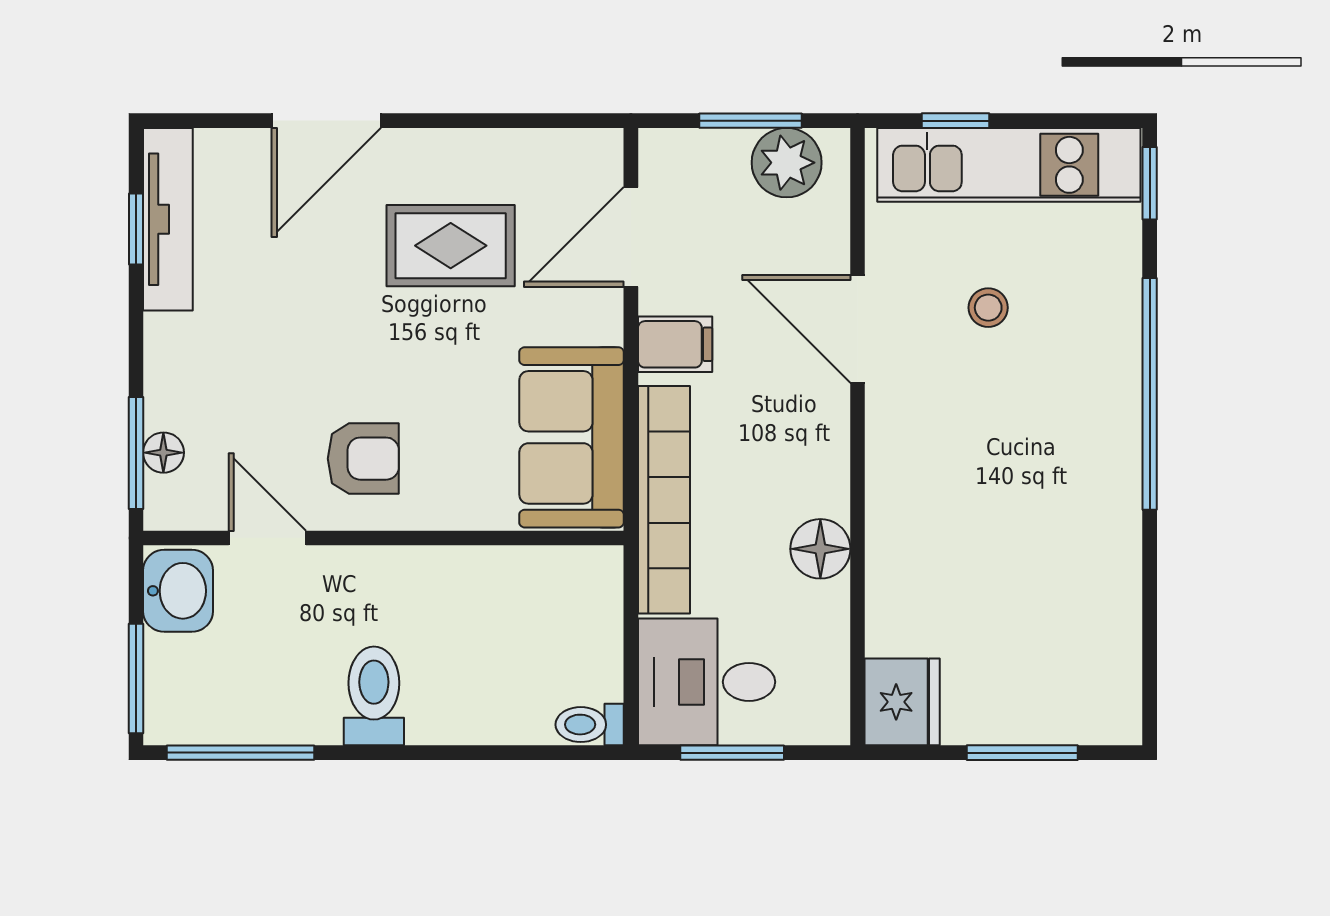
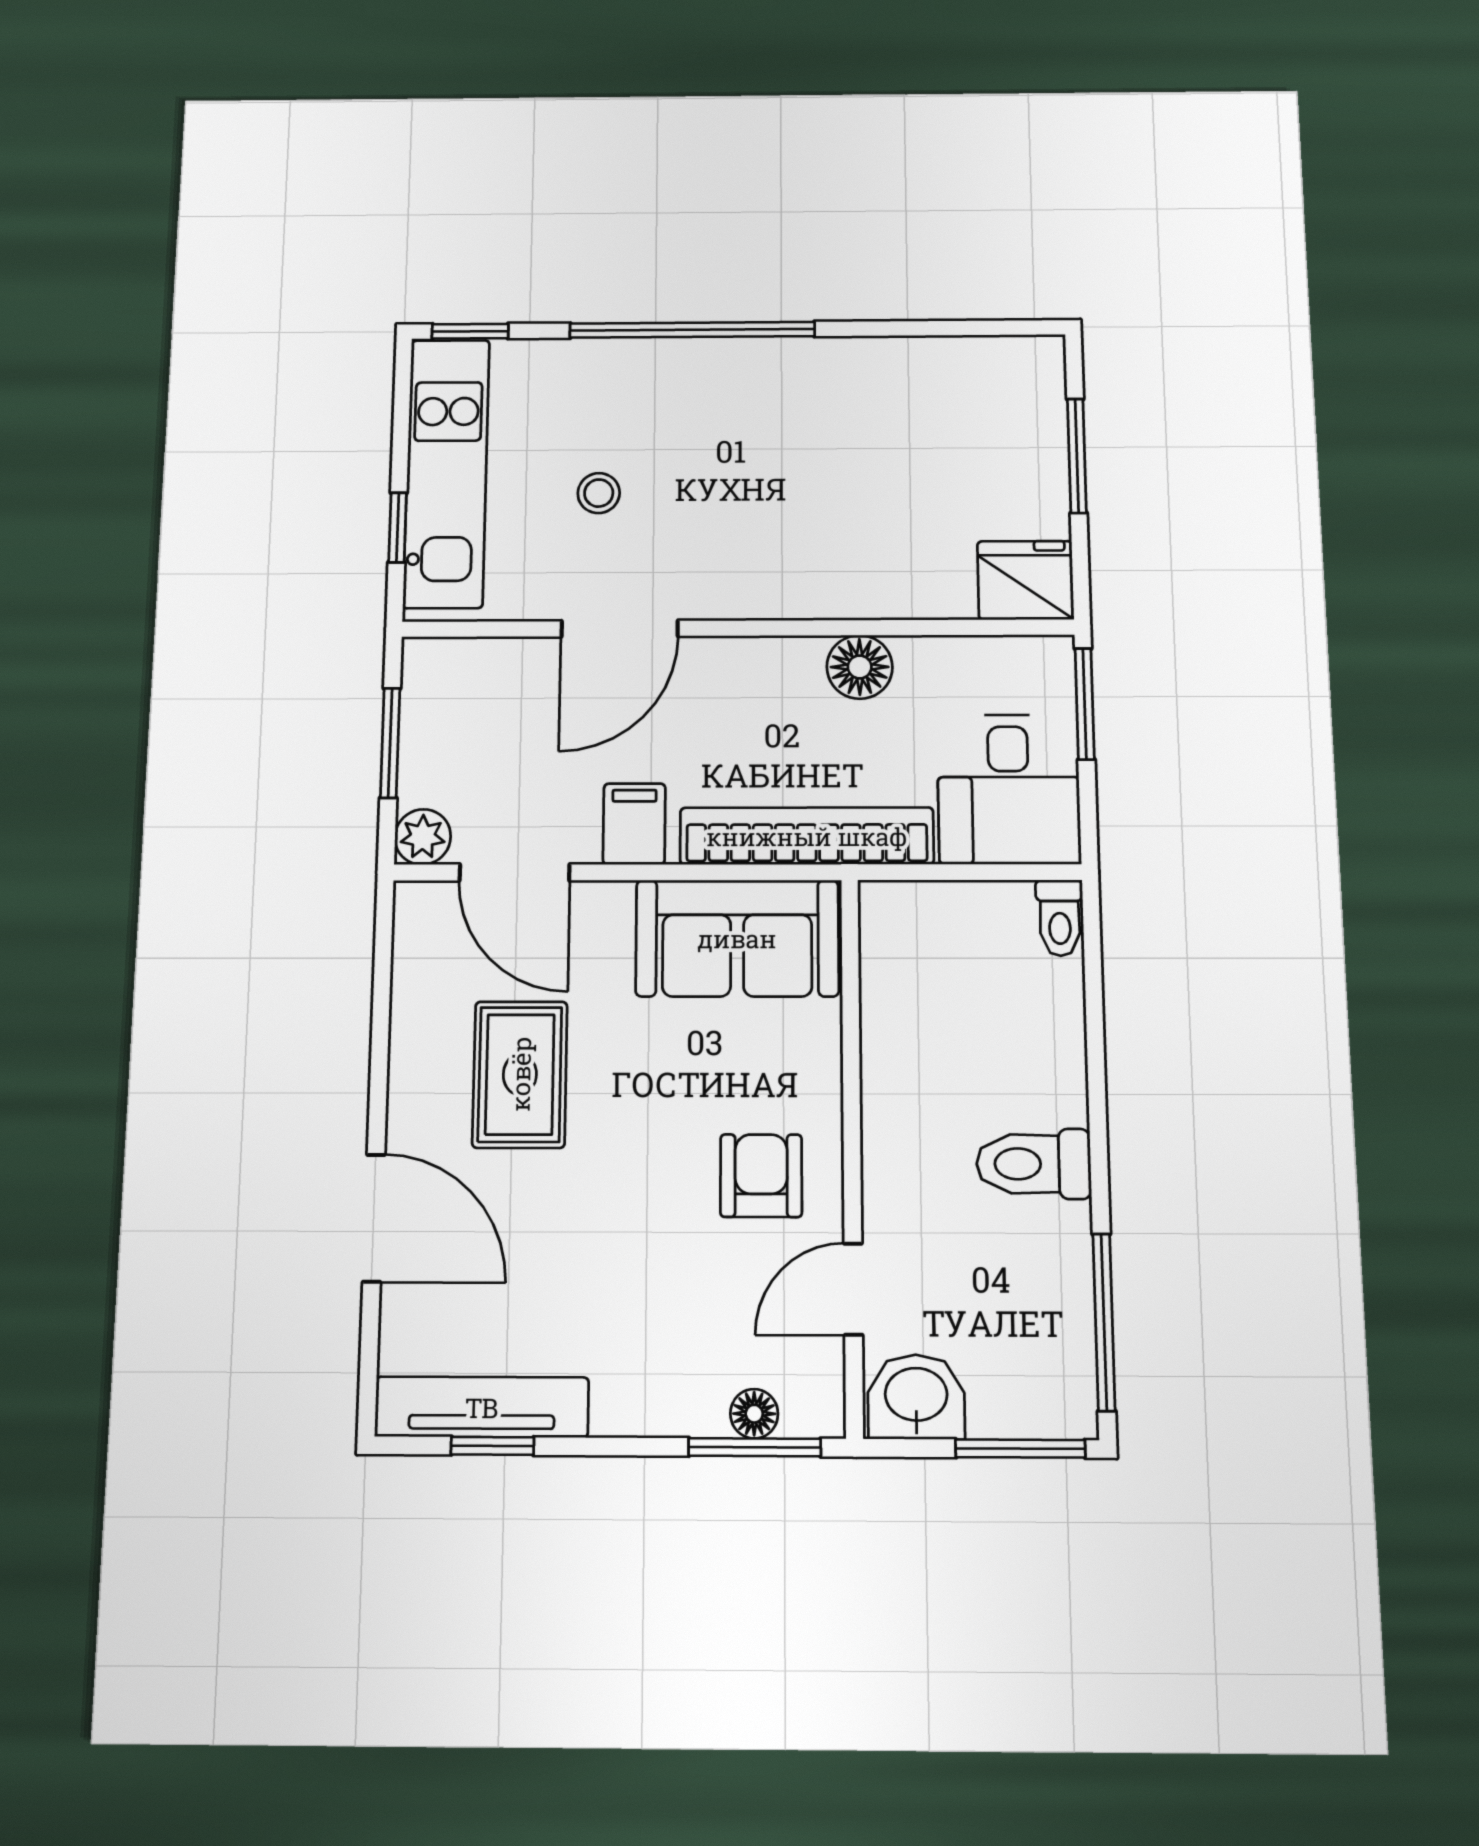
plant: (787, 163) -> (423, 837), moved, width x0.73, depth x0.73
window: (732, 753) -> (1085, 704), moved

